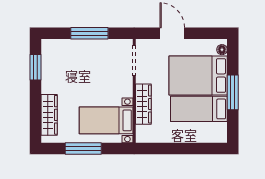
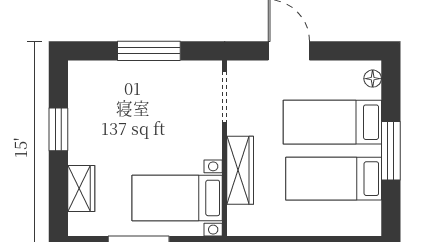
window: (36, 67) -> (58, 129), moved
bed: (198, 75) -> (332, 122), width x0.67
wardrobe: (49, 115) -> (81, 189), width x0.67

